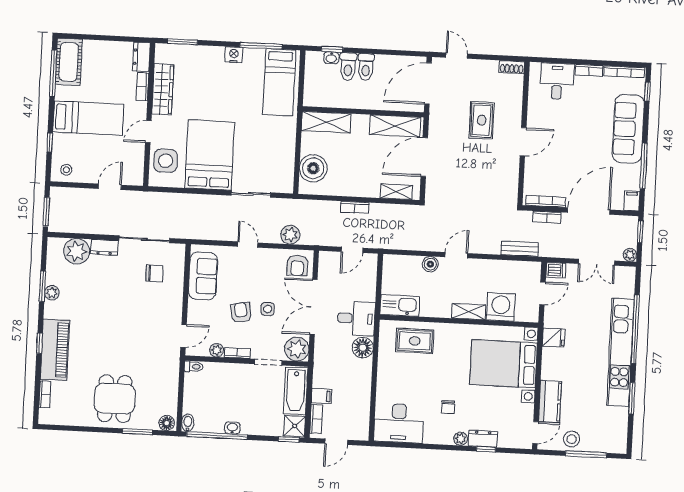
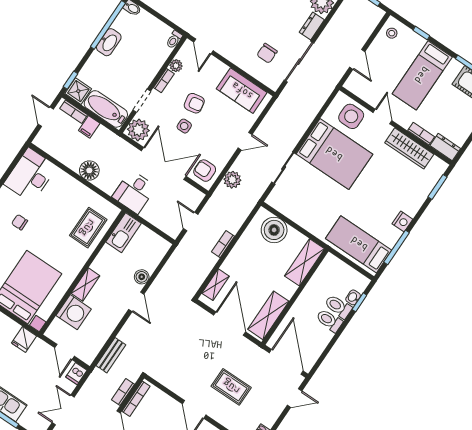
floor lamp: (363, 348) -> (89, 170), moved
washbasin: (232, 428) -> (109, 42), width x1.91, depth x1.45

